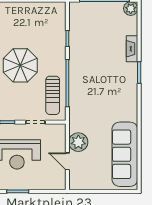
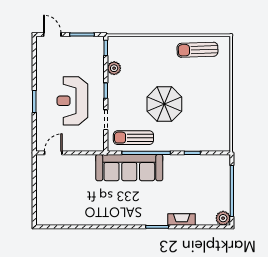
plant: (78, 142) -> (85, 164), removed
sofa: (125, 154) -> (129, 168), moved, turned 180
door: (67, 161) -> (53, 153), moved

